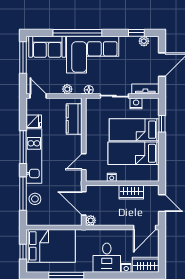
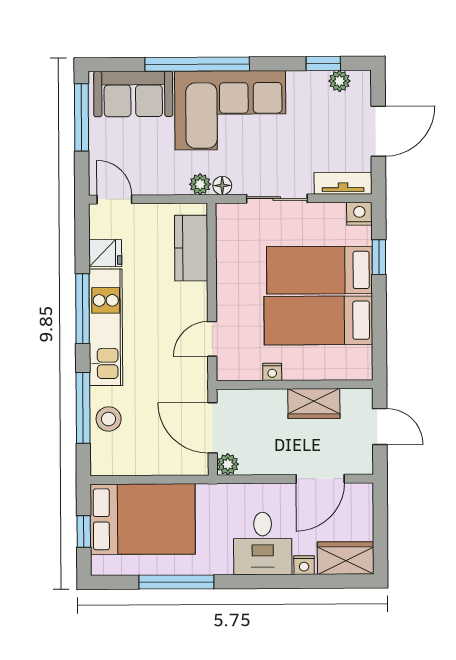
plant: (67, 89) -> (200, 184), moved
nightstand: (136, 103) -> (359, 214), moved
door: (145, 227) -> (320, 479), moved

